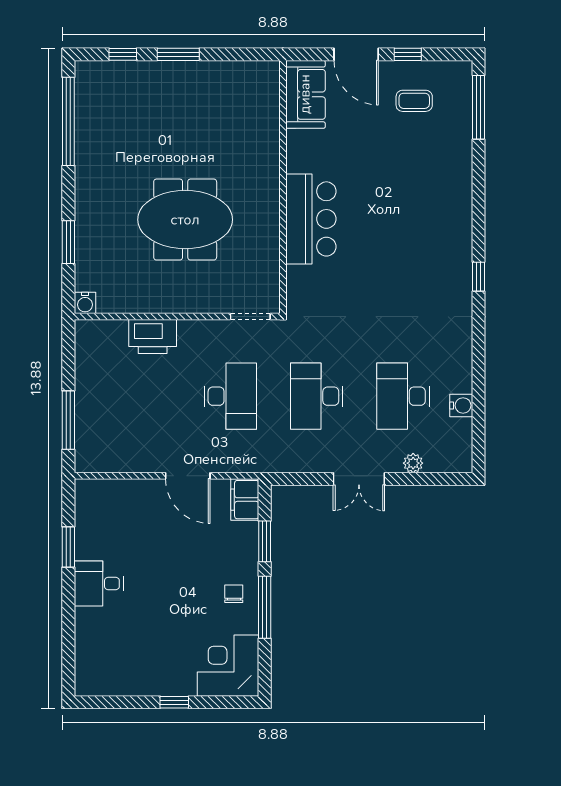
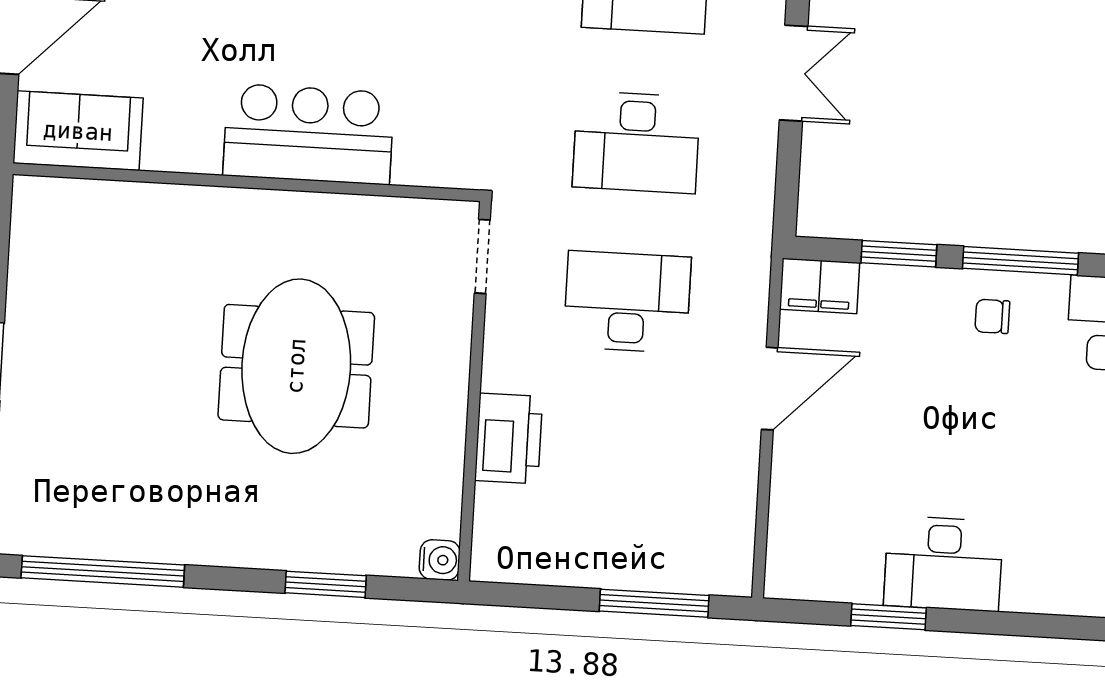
desk: (99, 584) -> (943, 564), width x1.37

